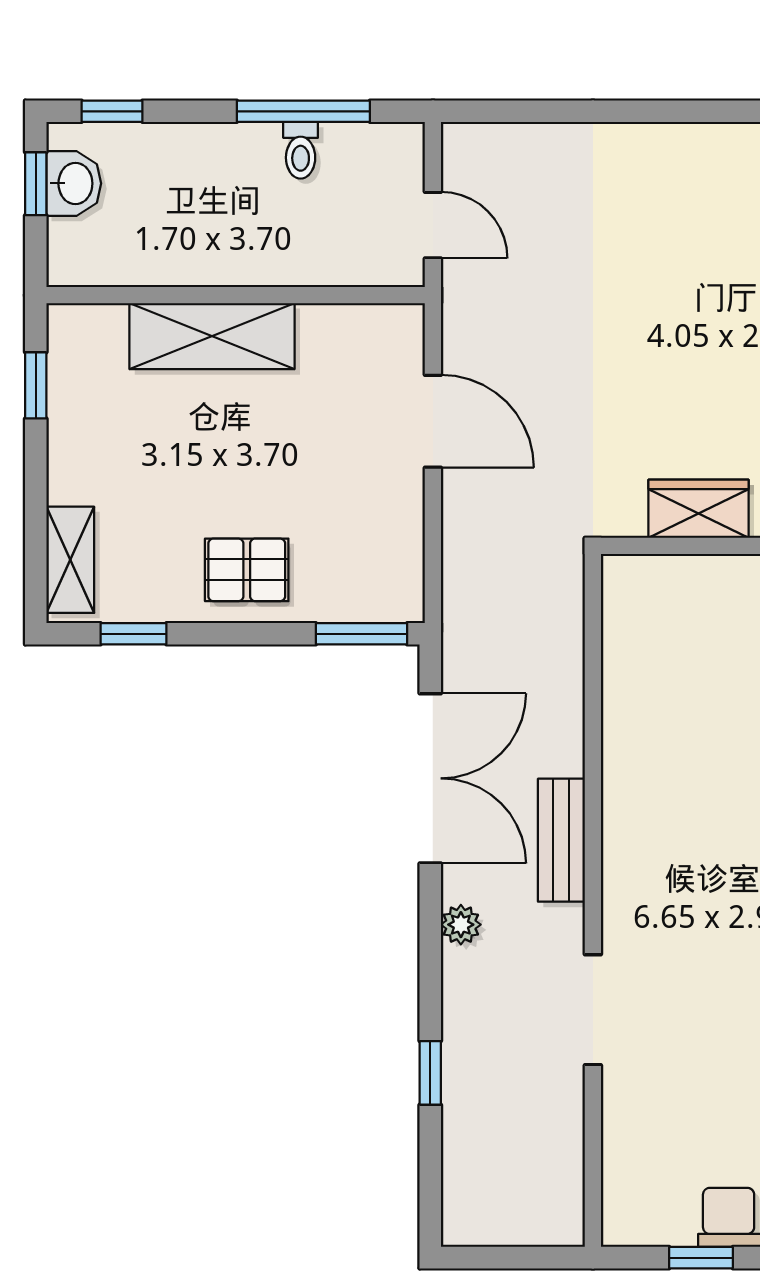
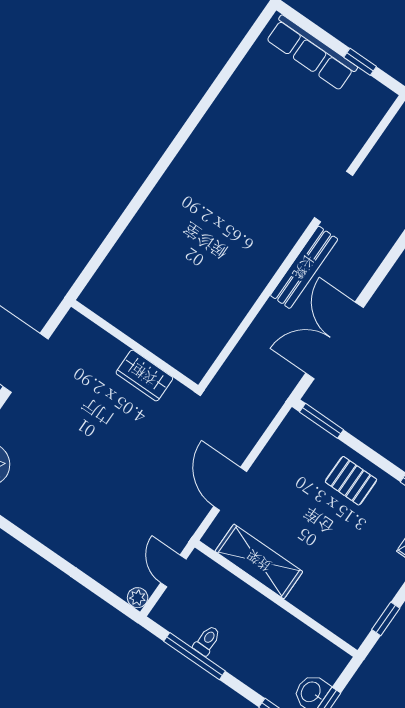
shelving: (212, 336) -> (259, 561), moved
bench: (561, 840) -> (304, 267), width x1.36
plant: (461, 925) -> (138, 598), moved

